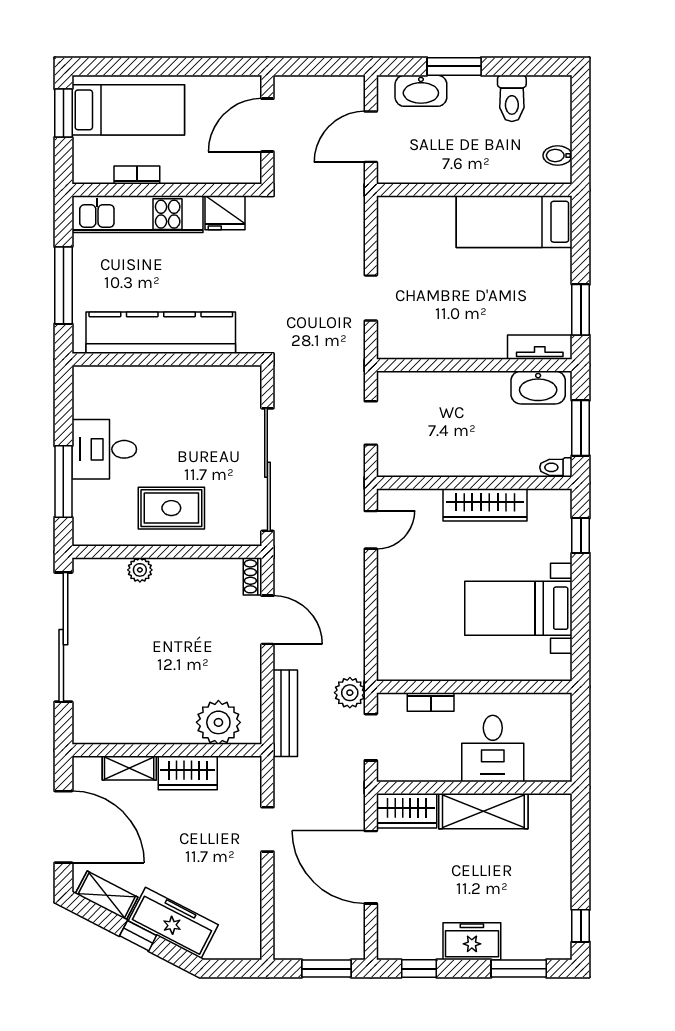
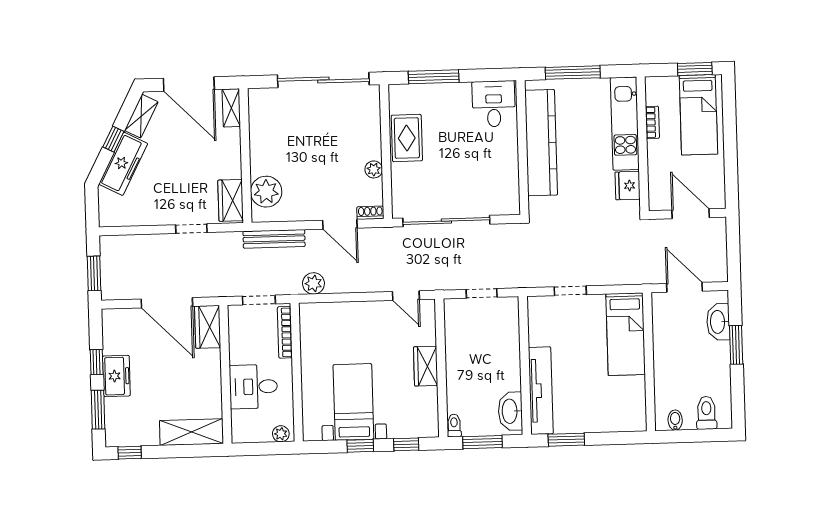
toilet: (512, 98) -> (706, 413), moved, turned 90
bed: (514, 222) -> (626, 334), moved, turned 180
tv unit: (540, 347) -> (541, 391), width x1.92, depth x1.29
desk: (104, 449) -> (494, 104), moved
wardrobe: (485, 505) -> (426, 366), width x0.67
rug: (171, 508) -> (407, 138), moved
plant: (140, 570) -> (374, 169), moved
window: (581, 600) -> (360, 446), added
door: (267, 620) -> (340, 224), hinge flipped
plant: (350, 693) -> (313, 283), moved
bookcase: (431, 702) -> (285, 332), width x1.56
plant: (560, 712) -> (281, 434), added
shelving: (129, 768) -> (231, 108), moved
wardrobe: (188, 773) -> (231, 200), moved
shelving: (483, 811) -> (191, 432), moved, turned 90
door: (63, 827) -> (189, 84), hinge flipped
door: (371, 867) -> (167, 303), swing flipped
window: (419, 969) -> (97, 362), moved

